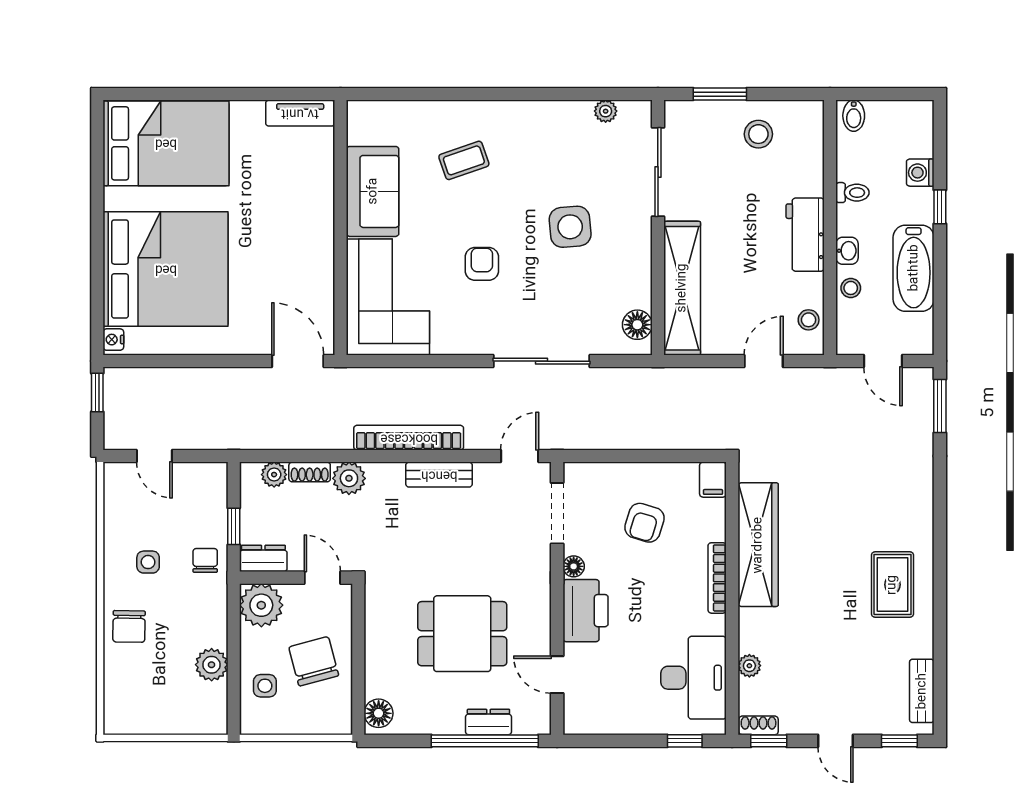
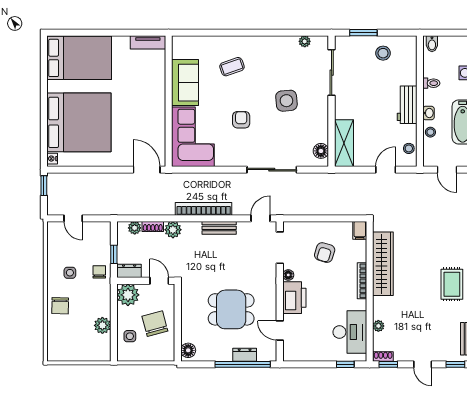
shelving: (682, 288) -> (344, 143), width x0.68

